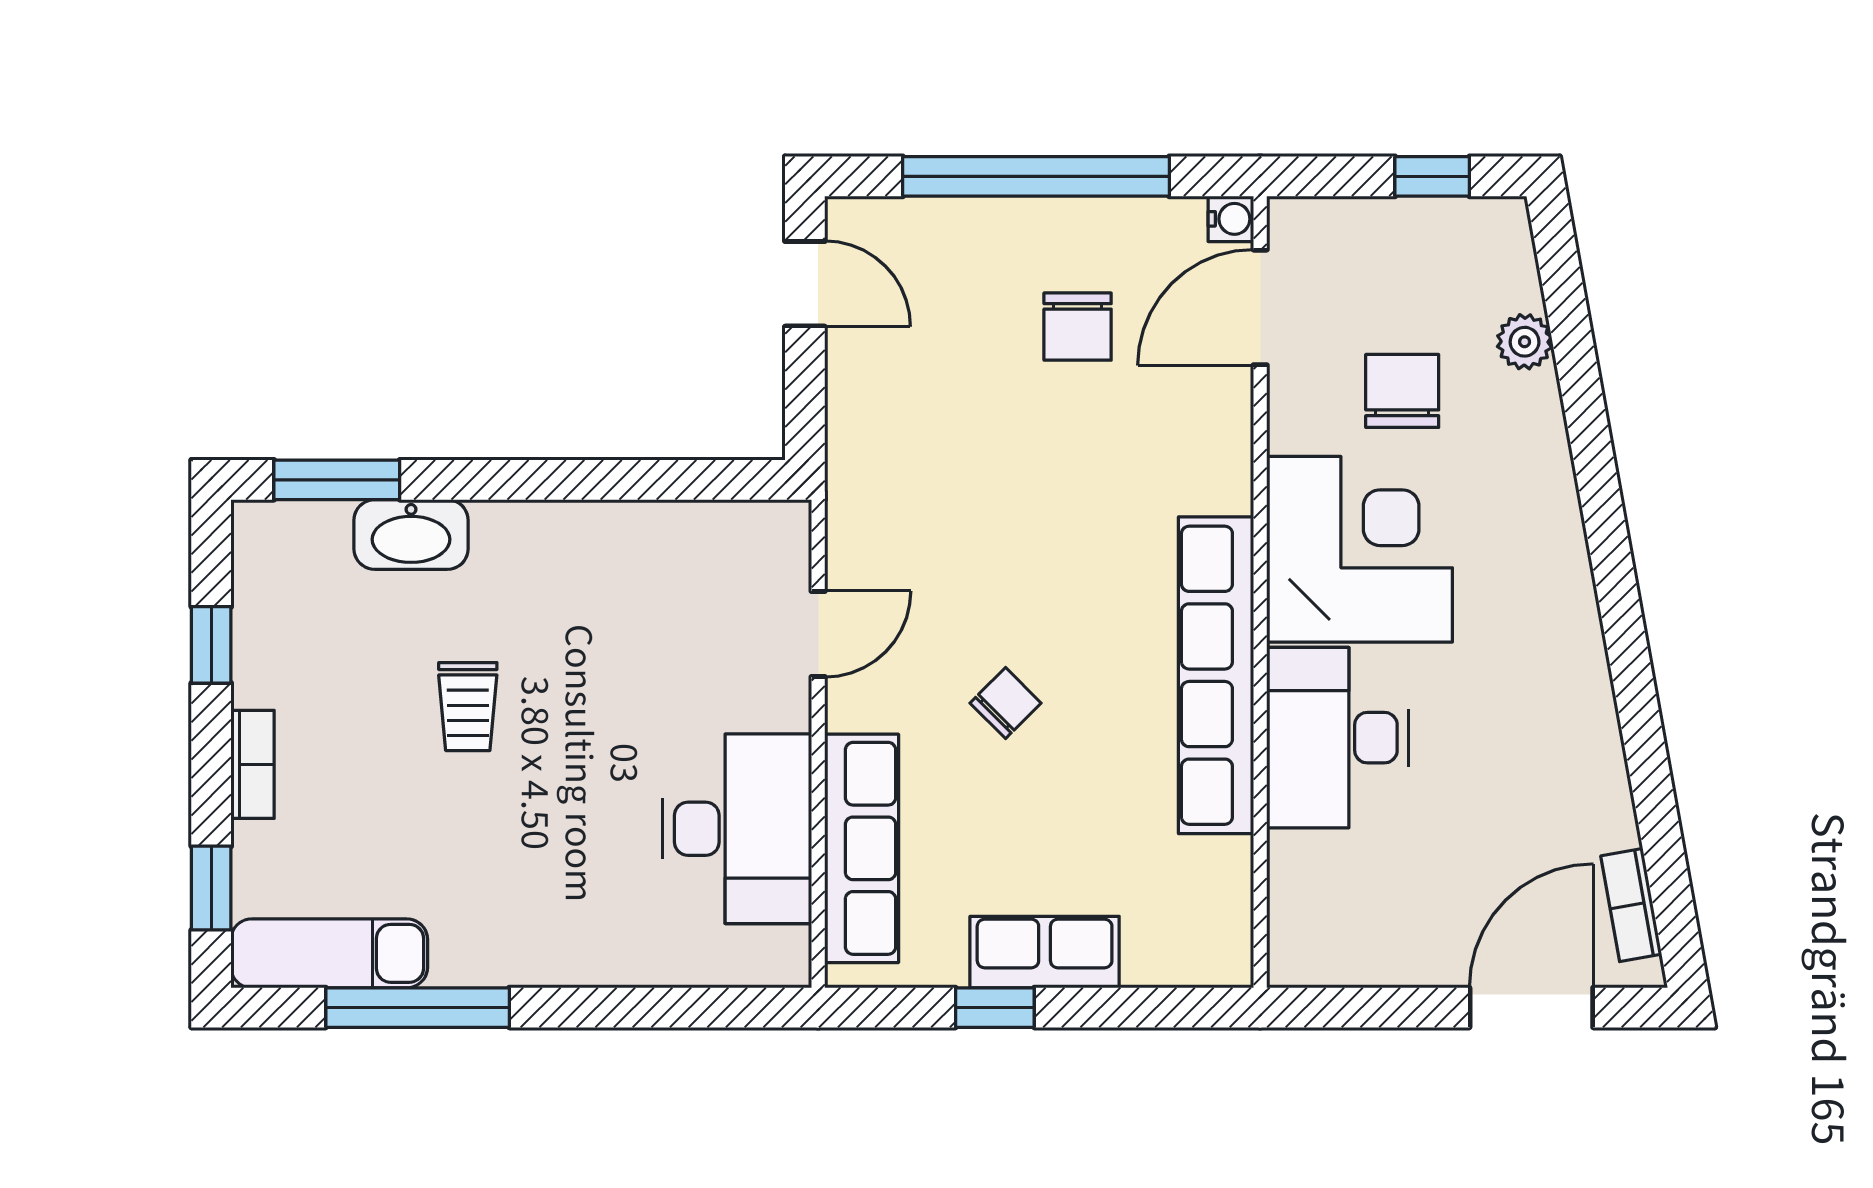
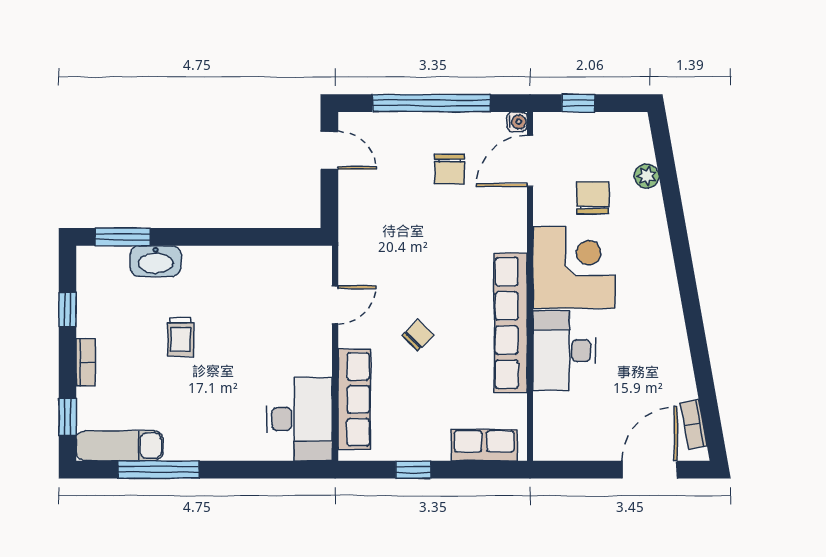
window: (1432, 176) -> (578, 103), moved
desk: (737, 829) -> (299, 419), moved
row of seats: (1045, 952) -> (484, 445), moved

